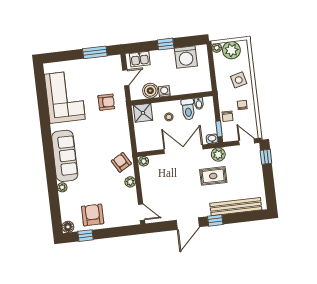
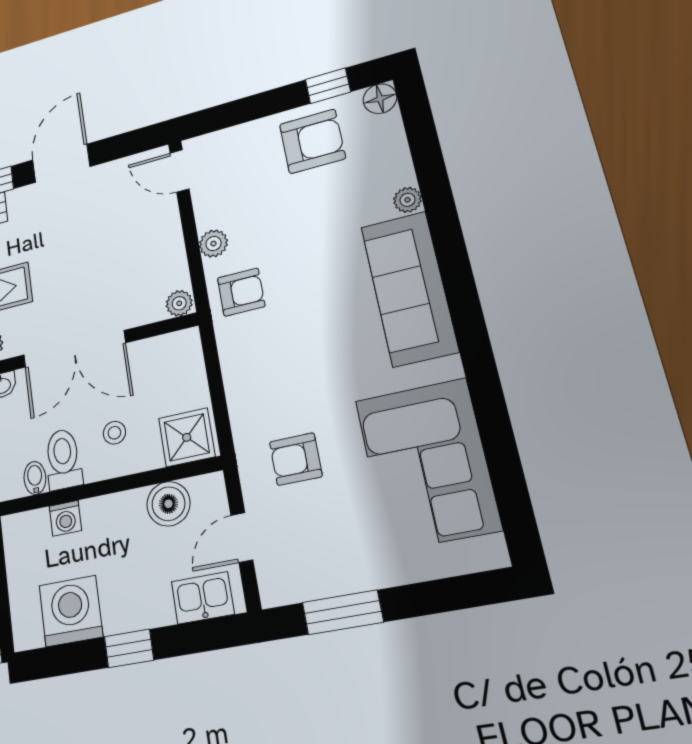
washing machine: (164, 91) -> (65, 518), moved
armchair: (121, 162) -> (241, 292), turned -60
armchair: (93, 215) -> (312, 141), turned -90

